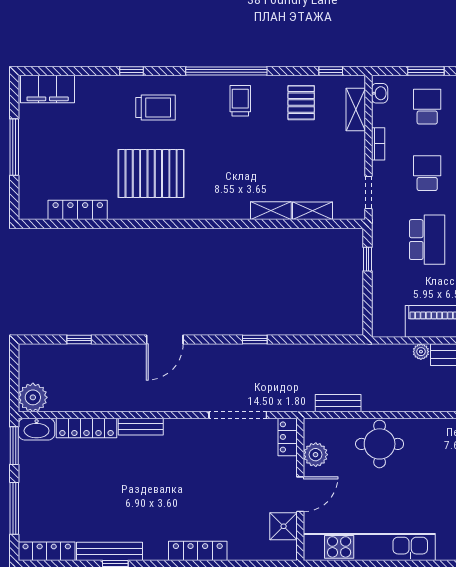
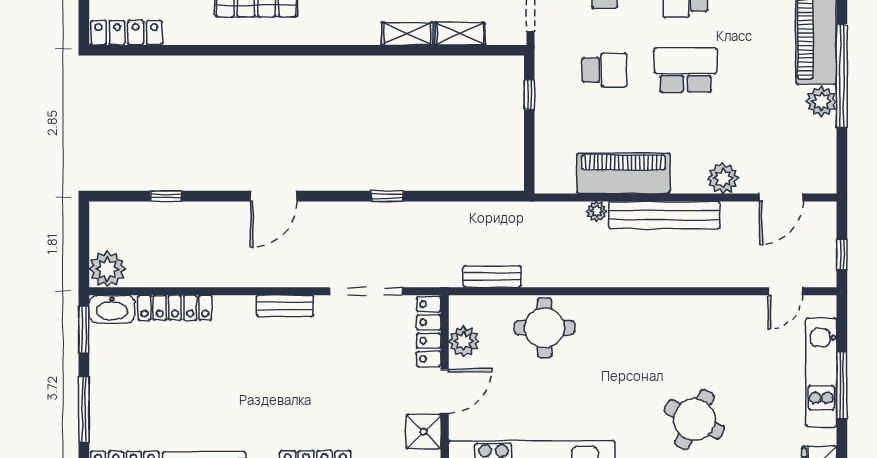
locker: (78, 210) -> (126, 33), moved
school desk: (427, 240) -> (605, 70), width x0.54
bench: (141, 427) -> (285, 306), moved
locker: (288, 437) -> (429, 332), width x1.53

